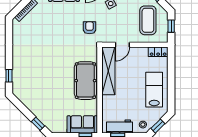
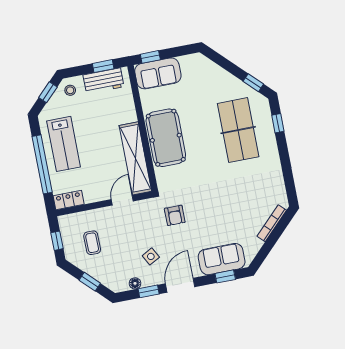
coffee table: (148, 20) -> (92, 243), width x0.54, depth x0.58
table tennis table: (36, 76) -> (238, 130), added
window: (171, 79) -> (42, 164), added
window: (38, 124) -> (253, 83), moved

